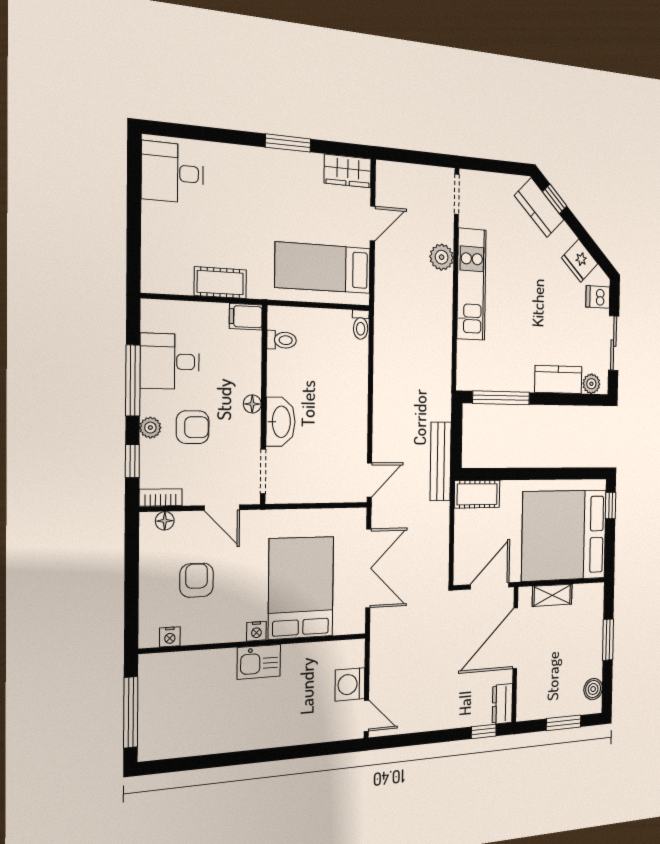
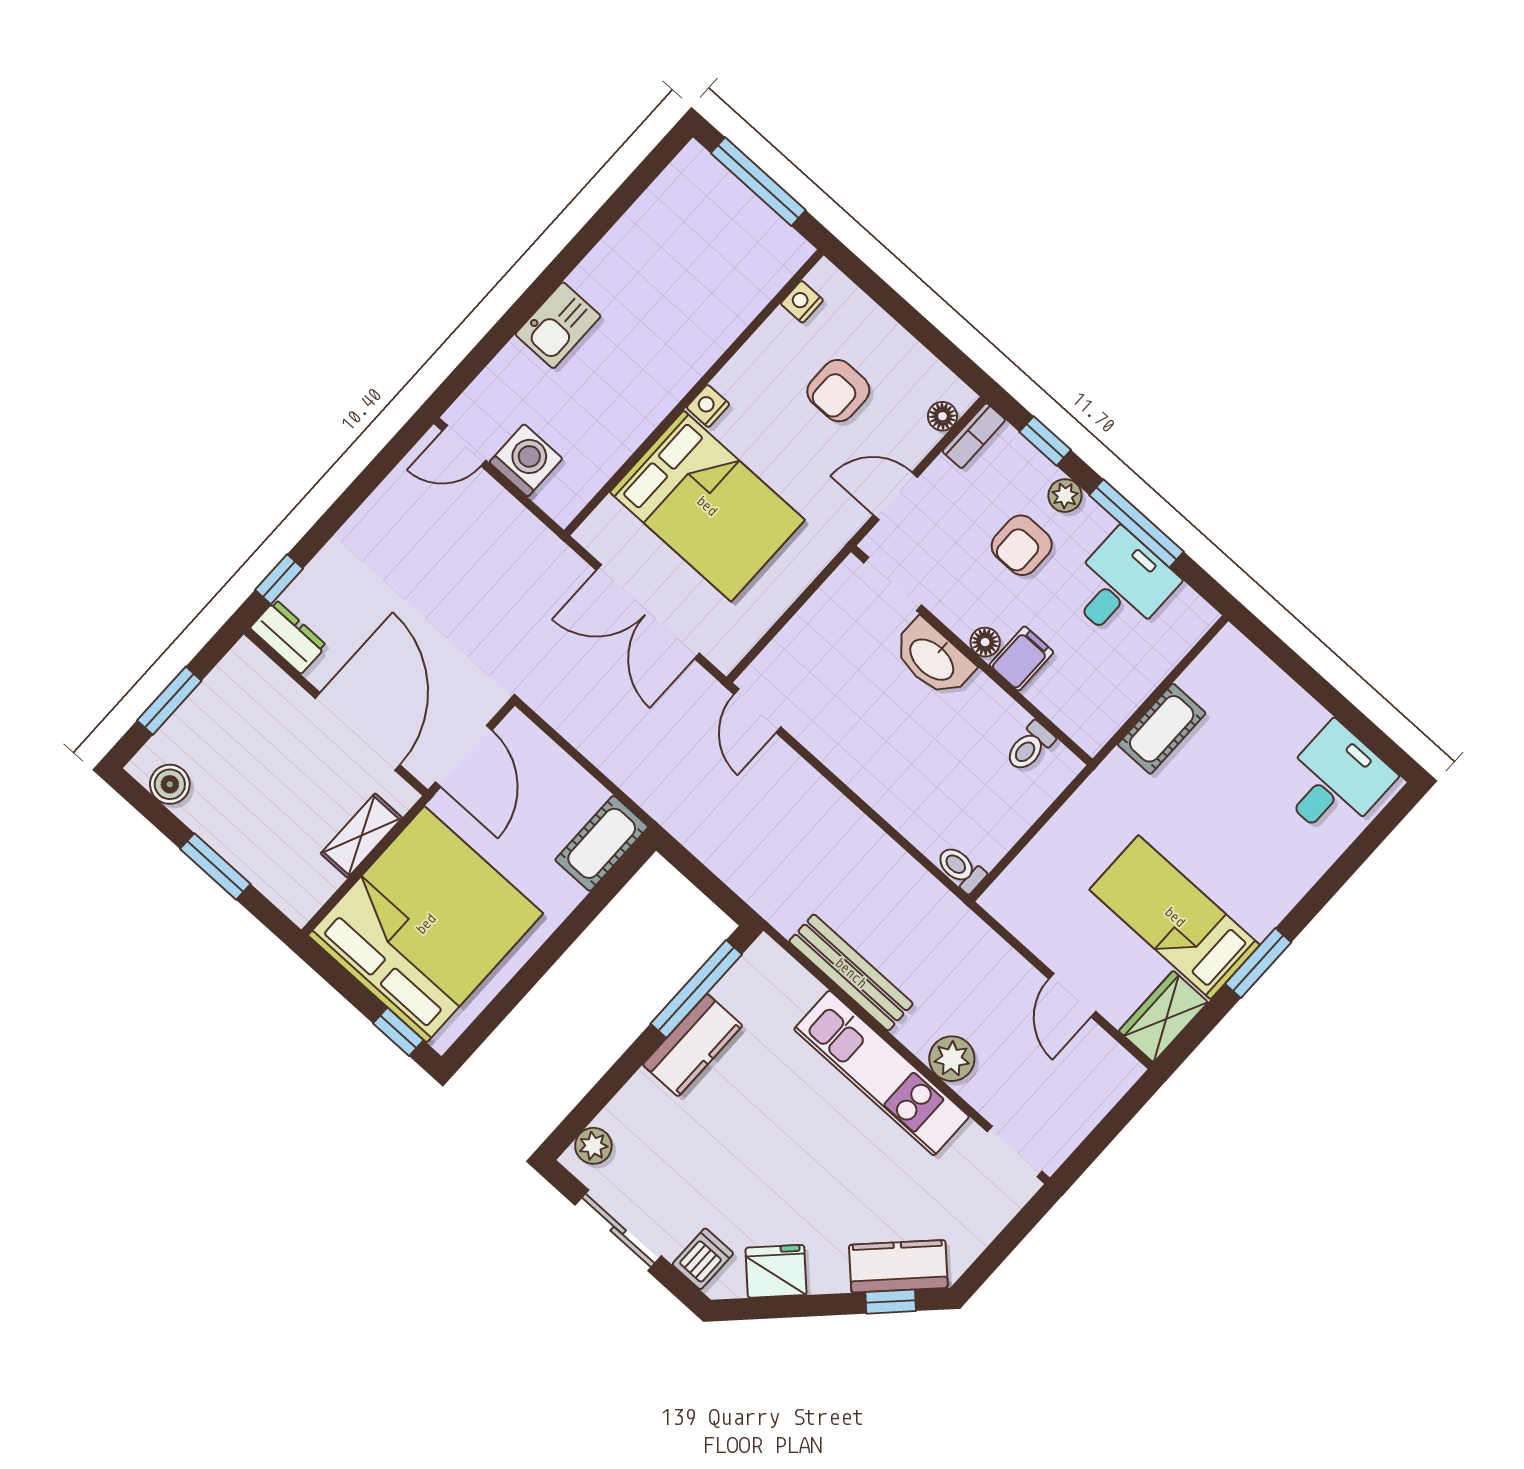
bed: (323, 268) -> (1175, 917), moved, turned -90
filing cabinet: (246, 317) -> (1021, 659), moved
kitchen counter: (558, 379) -> (693, 1045), moved
bench: (441, 461) -> (851, 973), moved
armchair: (197, 580) -> (838, 391), turned 90
kitchen sink: (259, 662) -> (558, 325), moved, turned 180

